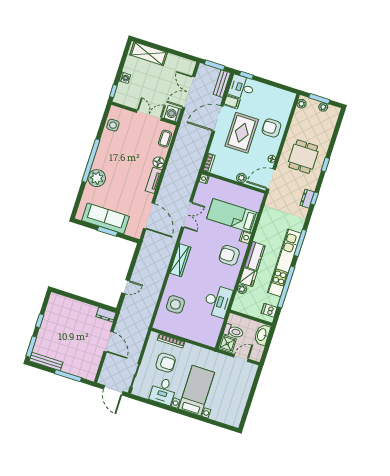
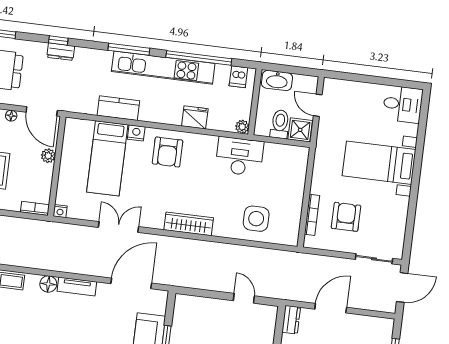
kitchen counter: (255, 256) -> (118, 108), moved
plant: (242, 289) -> (242, 127), moved
desk: (163, 391) -> (403, 104), moved

